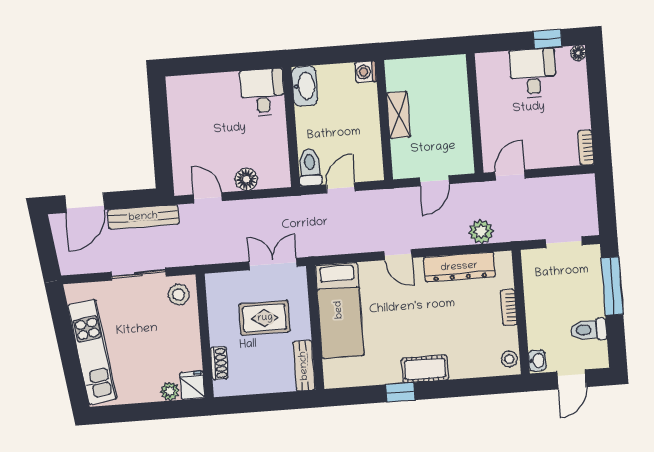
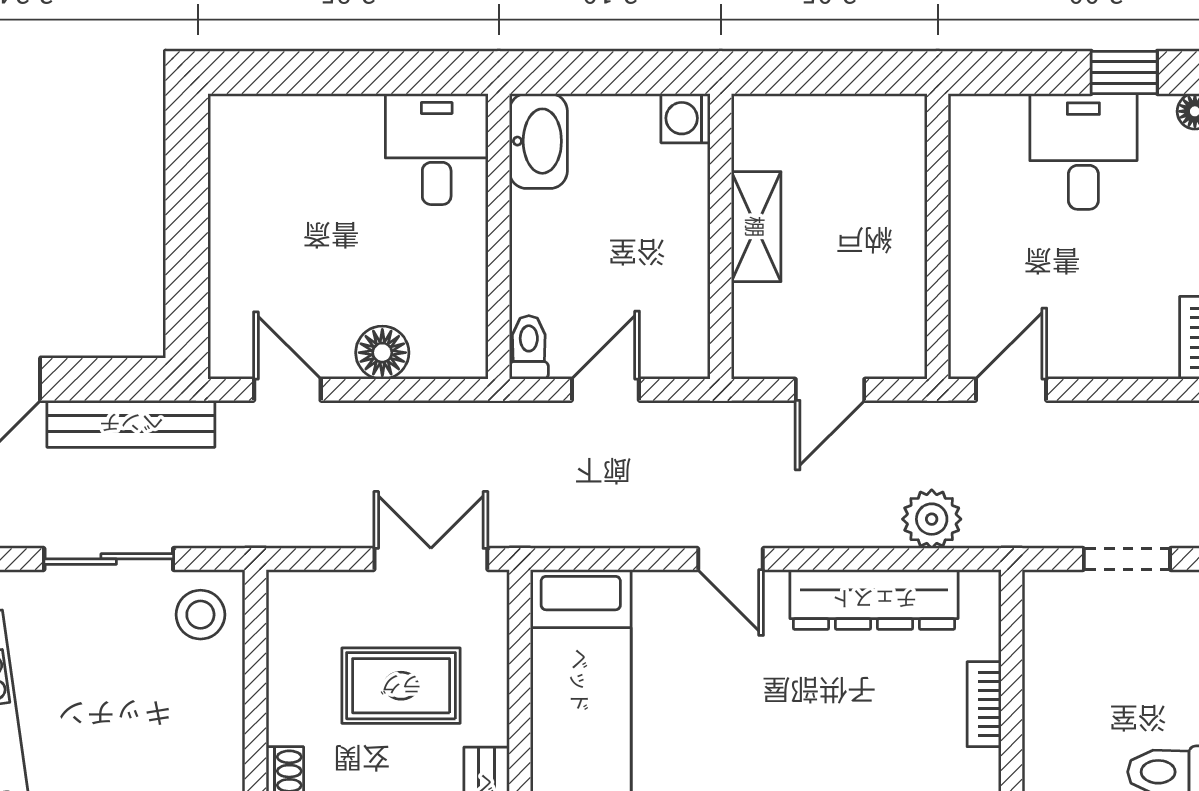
toilet: (310, 167) -> (529, 347), width x0.73, depth x0.72

